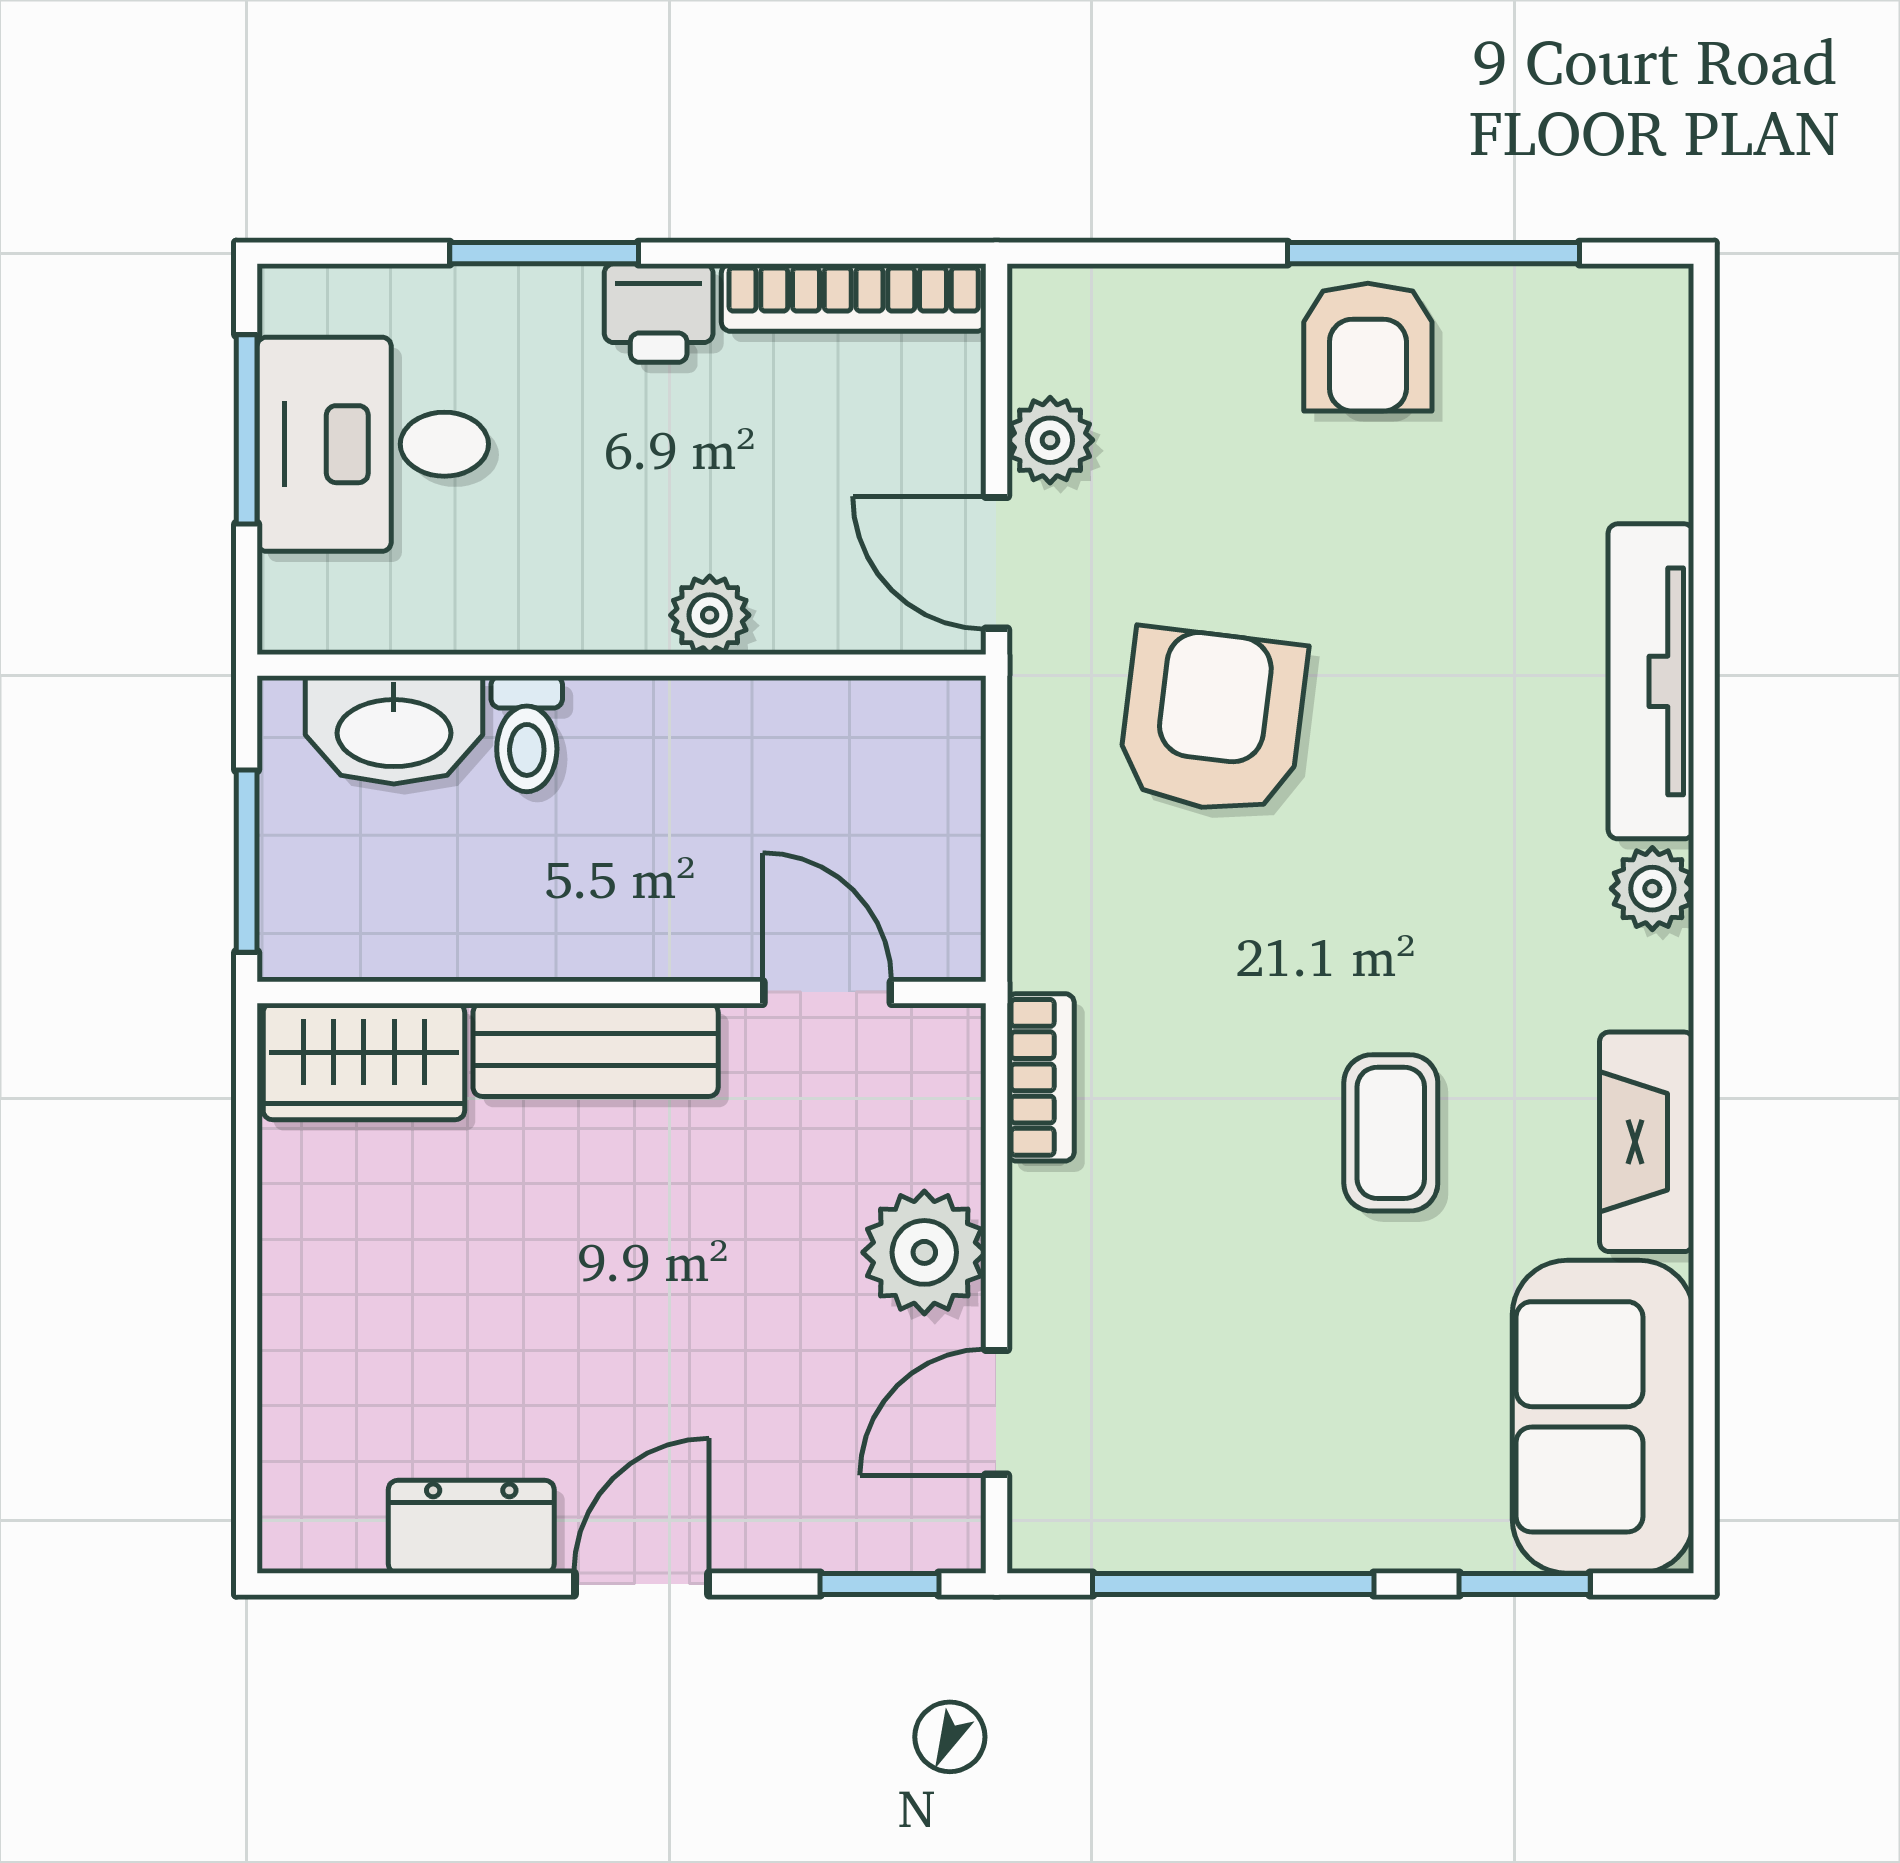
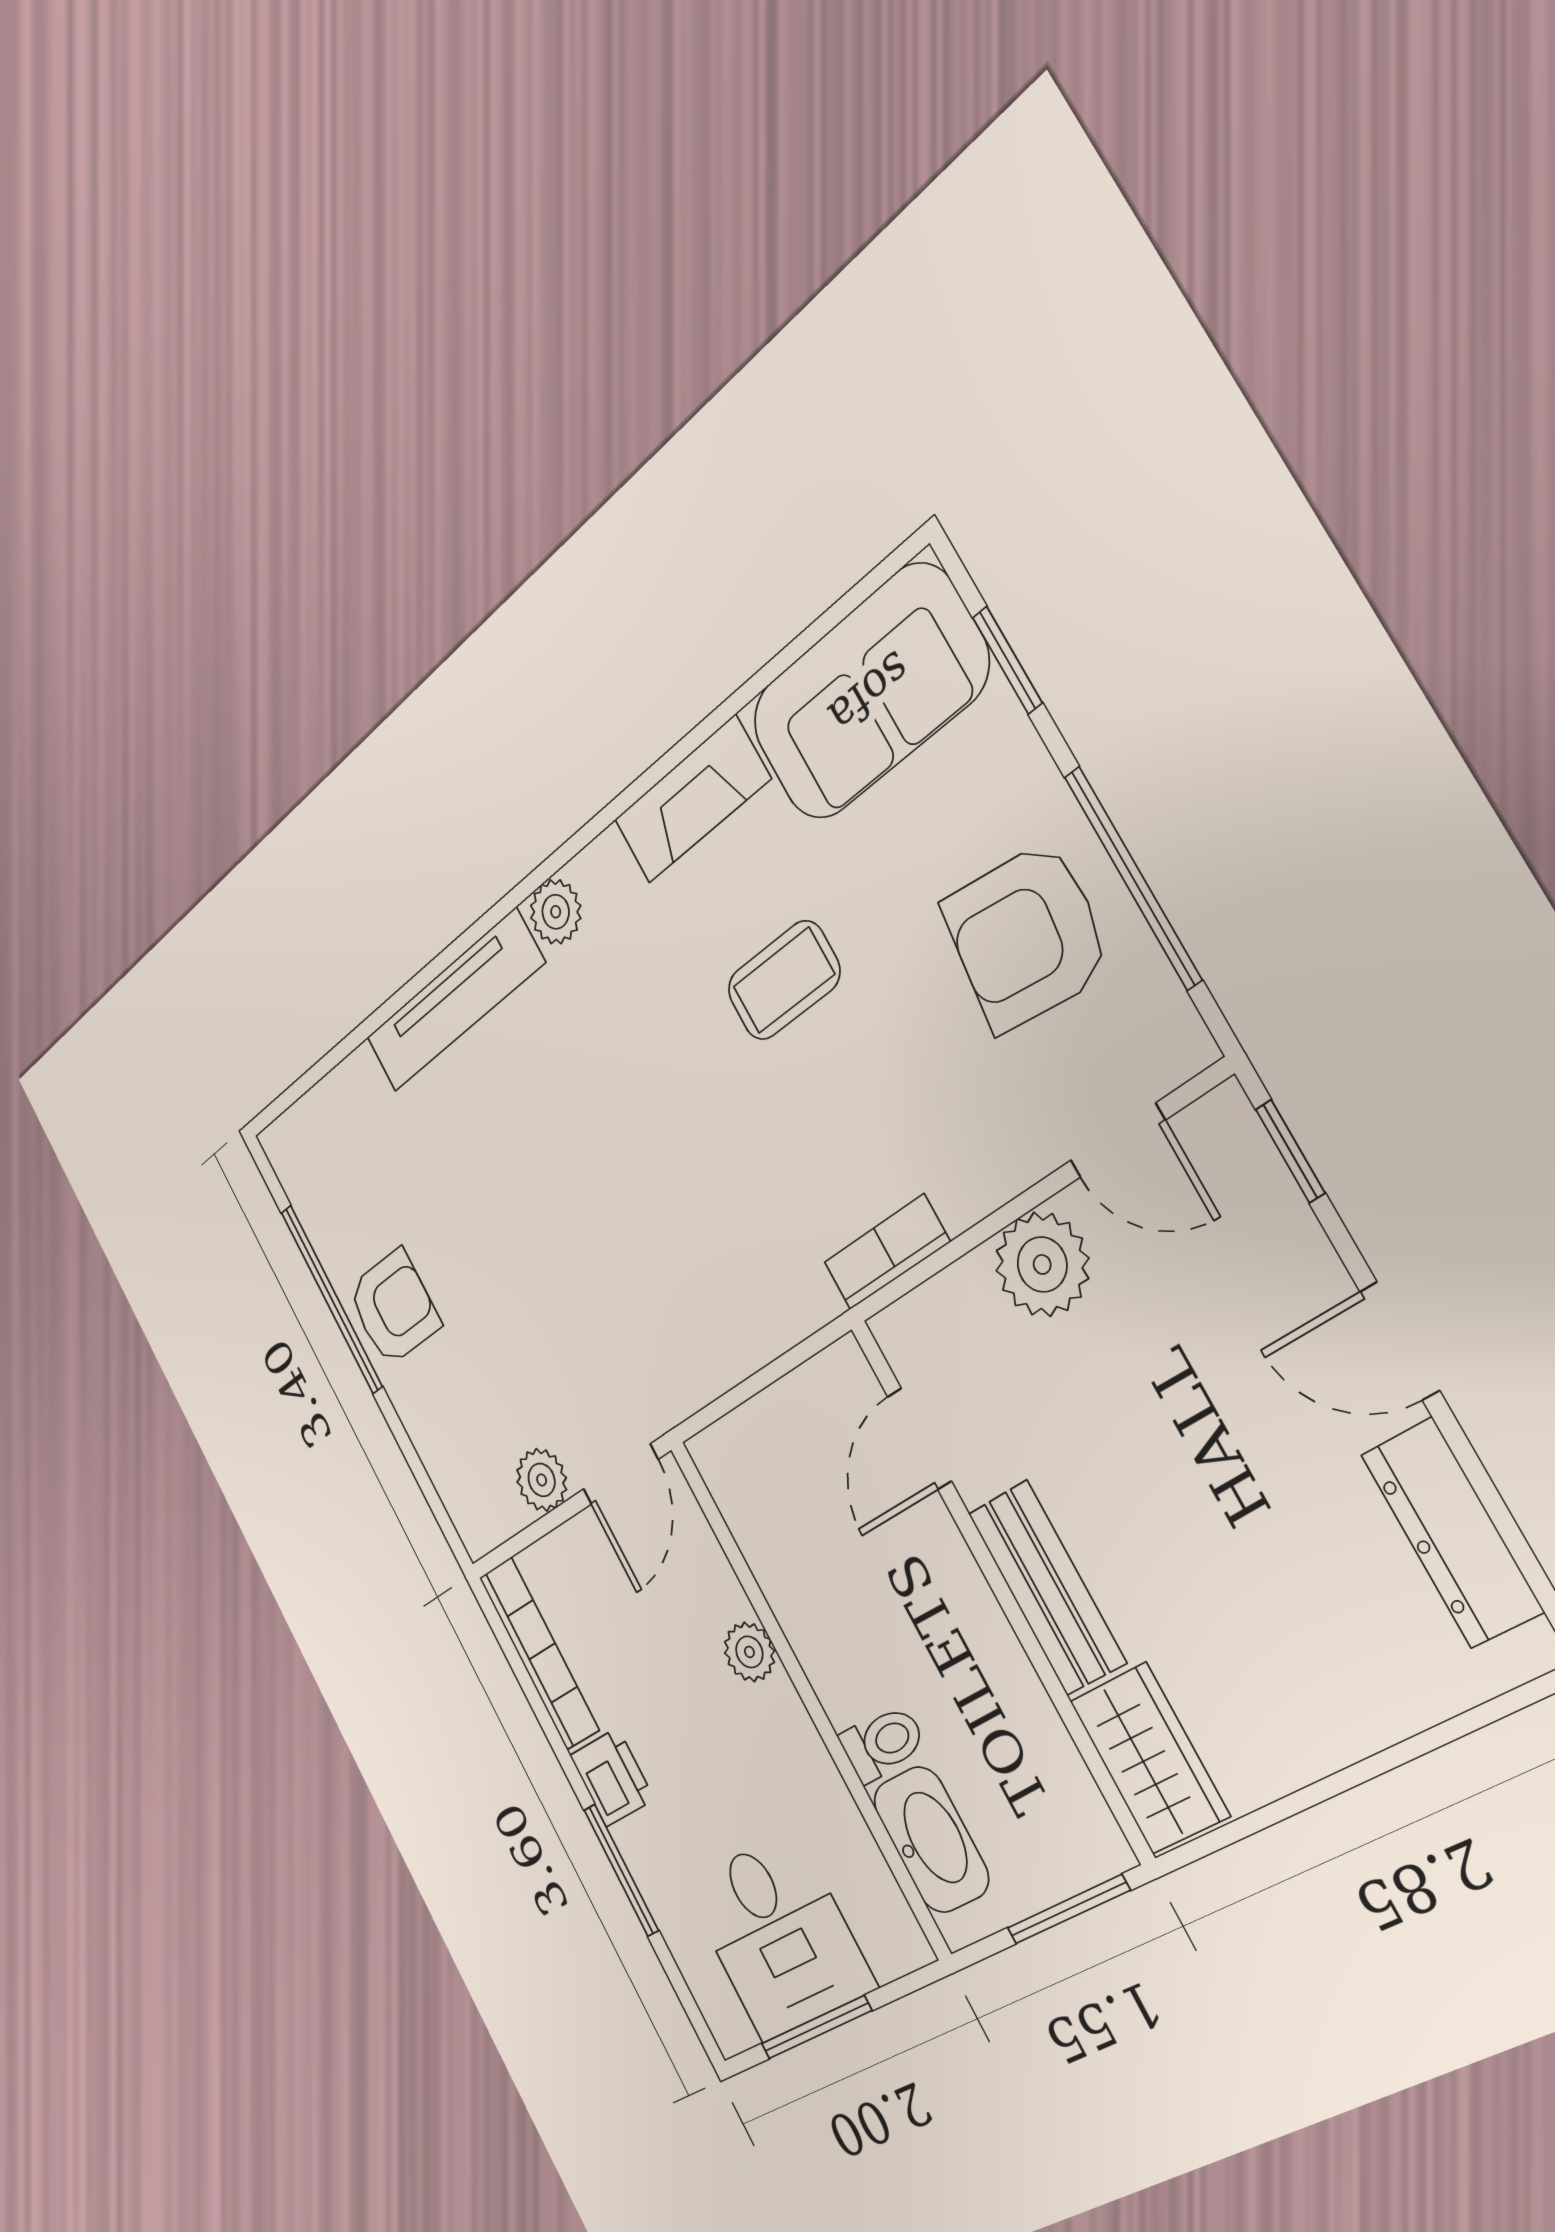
armchair: (1212, 721) -> (1026, 937), moved
dresser: (471, 1527) -> (1452, 1533), width x1.44

